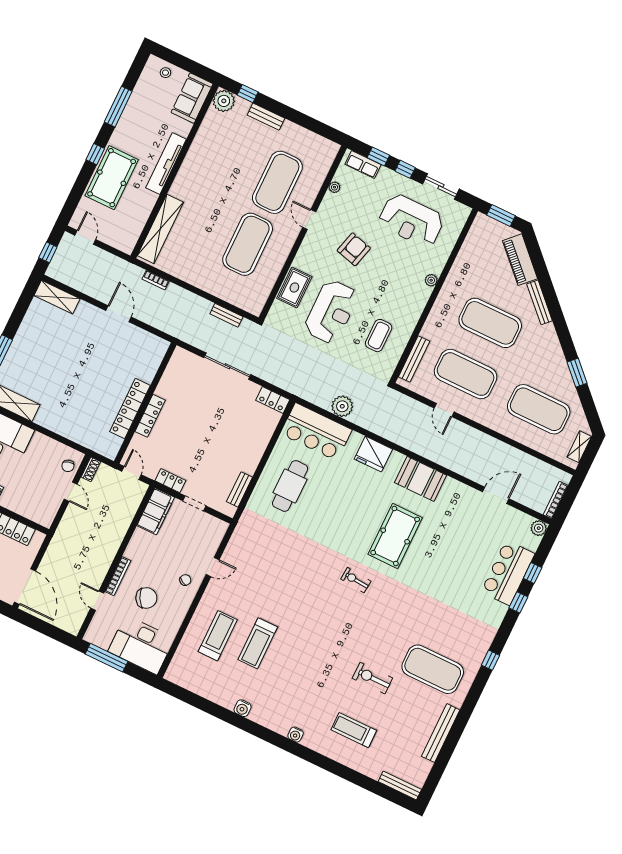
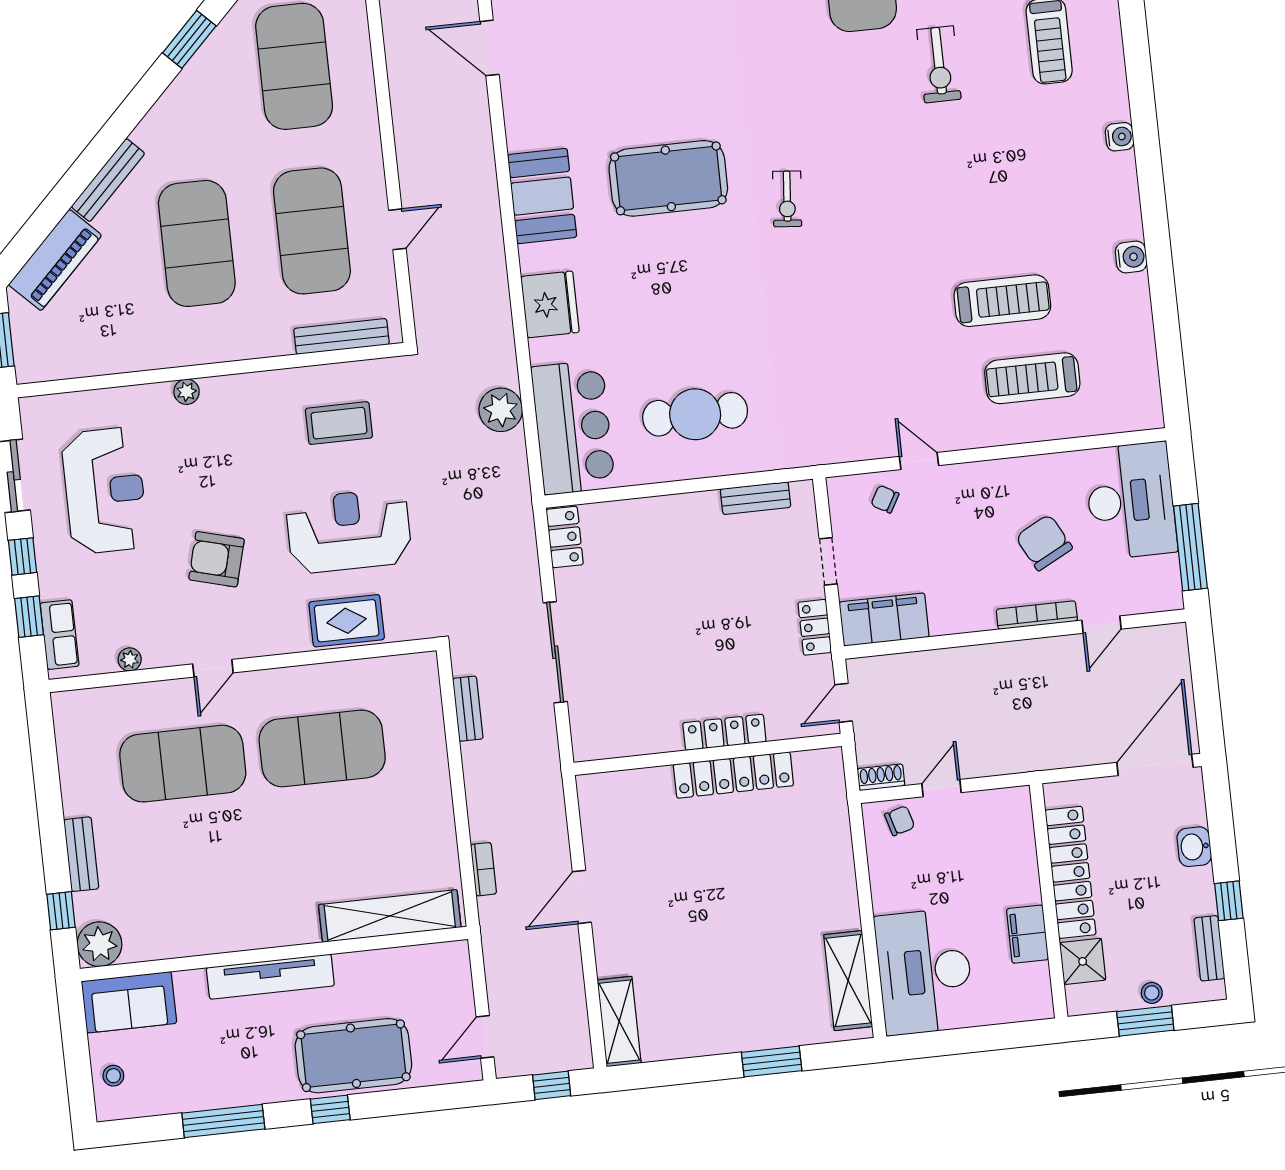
chair: (185, 580) -> (885, 499), moved

